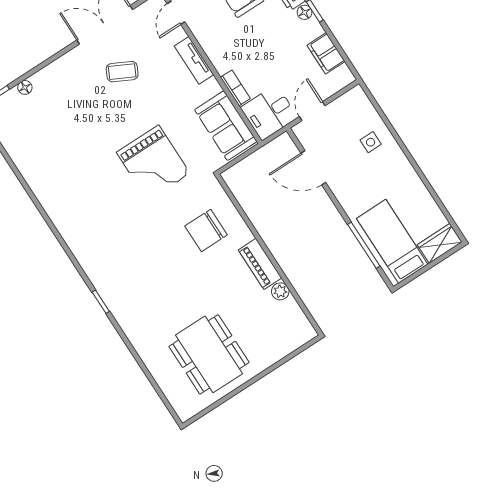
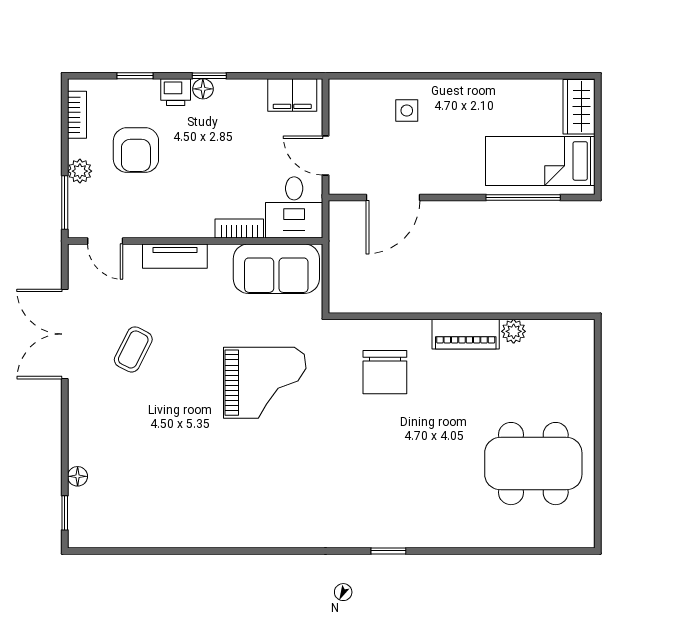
filing cabinet: (326, 53) -> (292, 95), moved

